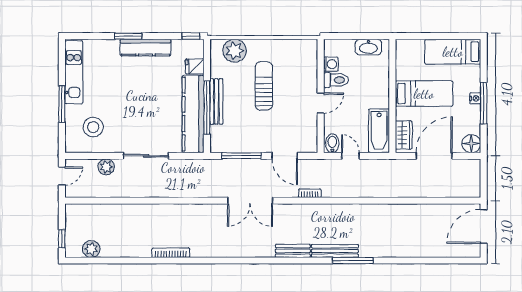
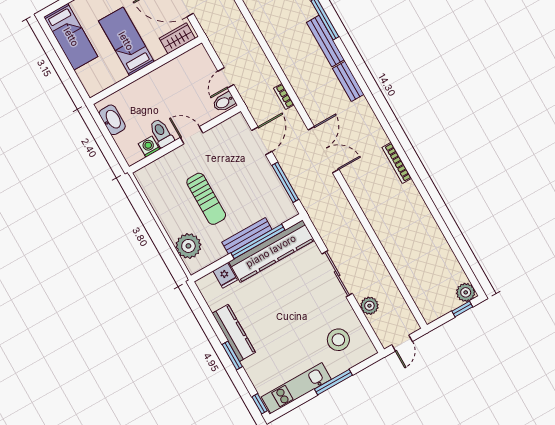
window: (191, 36) -> (260, 404), moved
sun lounger: (264, 86) -> (206, 199), turned -90
bathtub: (379, 131) -> (187, 64), removed
door: (62, 176) -> (402, 343), swing flipped
plant: (91, 249) -> (466, 292), moved
bookcase: (171, 253) -> (397, 163), moved

